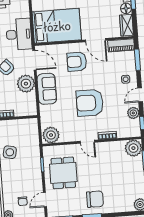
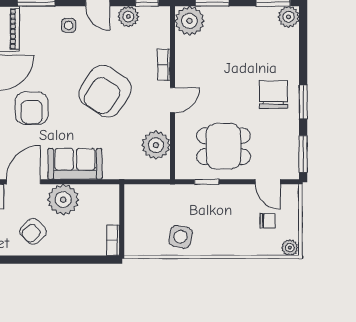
armchair: (90, 103) -> (105, 91), turned 33
plant: (51, 135) -> (156, 145), moved

